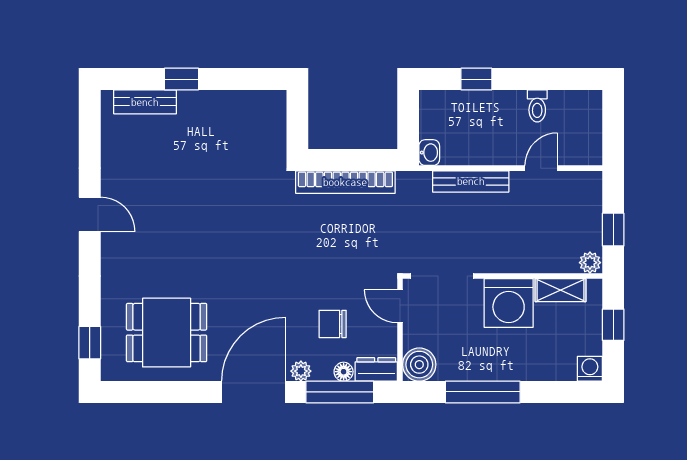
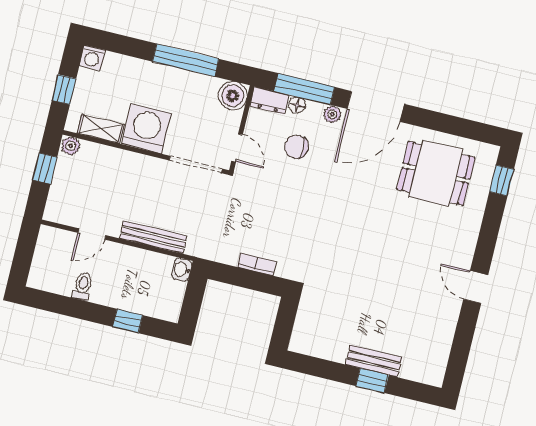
bench: (145, 102) -> (374, 361), moved
bookcase: (345, 182) -> (257, 264), width x0.43, depth x0.76
chair: (333, 324) -> (296, 147), turned 180

